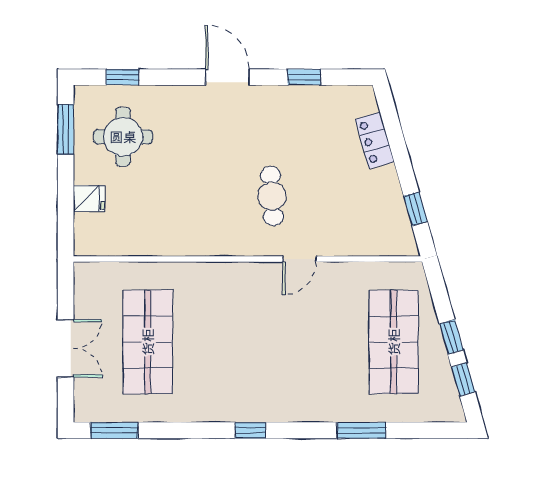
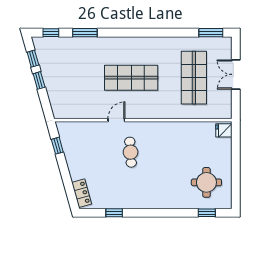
door: (228, 77) -> (153, 213), removed
window: (66, 129) -> (236, 186), removed
locker: (375, 141) -> (82, 193), moved
fridge: (89, 199) -> (224, 130), moved
shop shelf: (394, 342) -> (131, 78), moved, turned 90
window: (250, 430) -> (51, 33), moved

